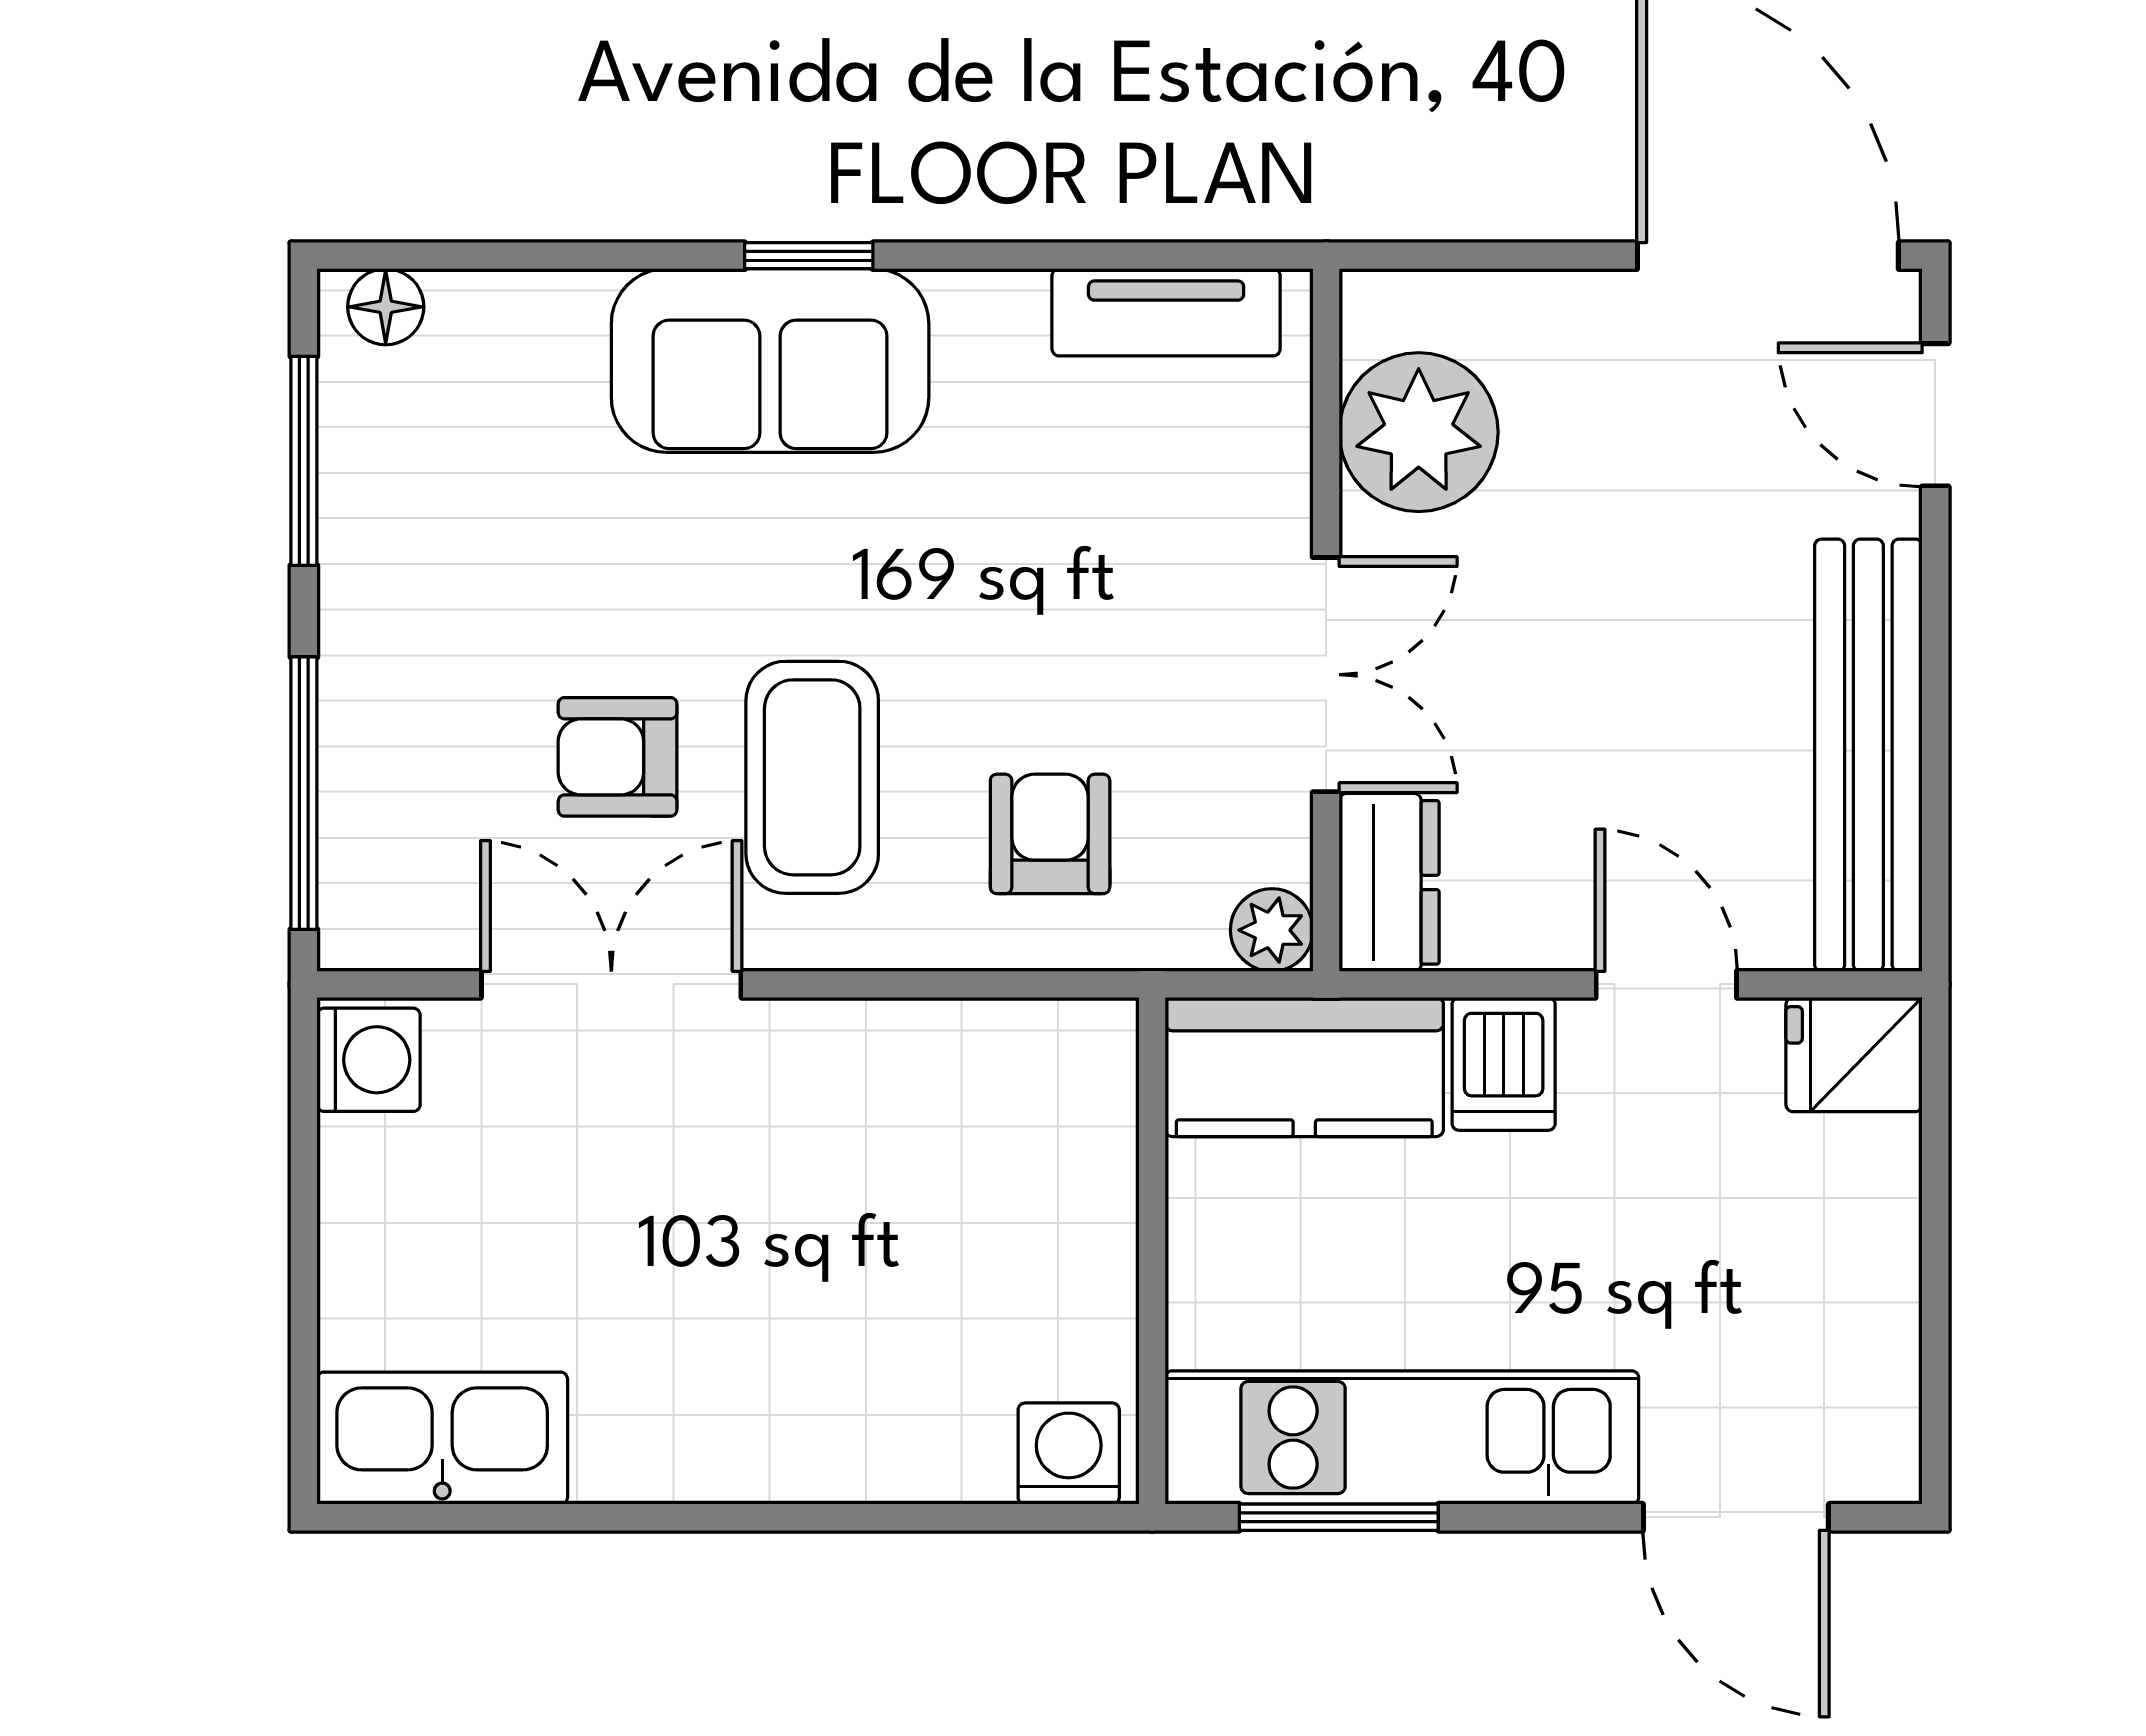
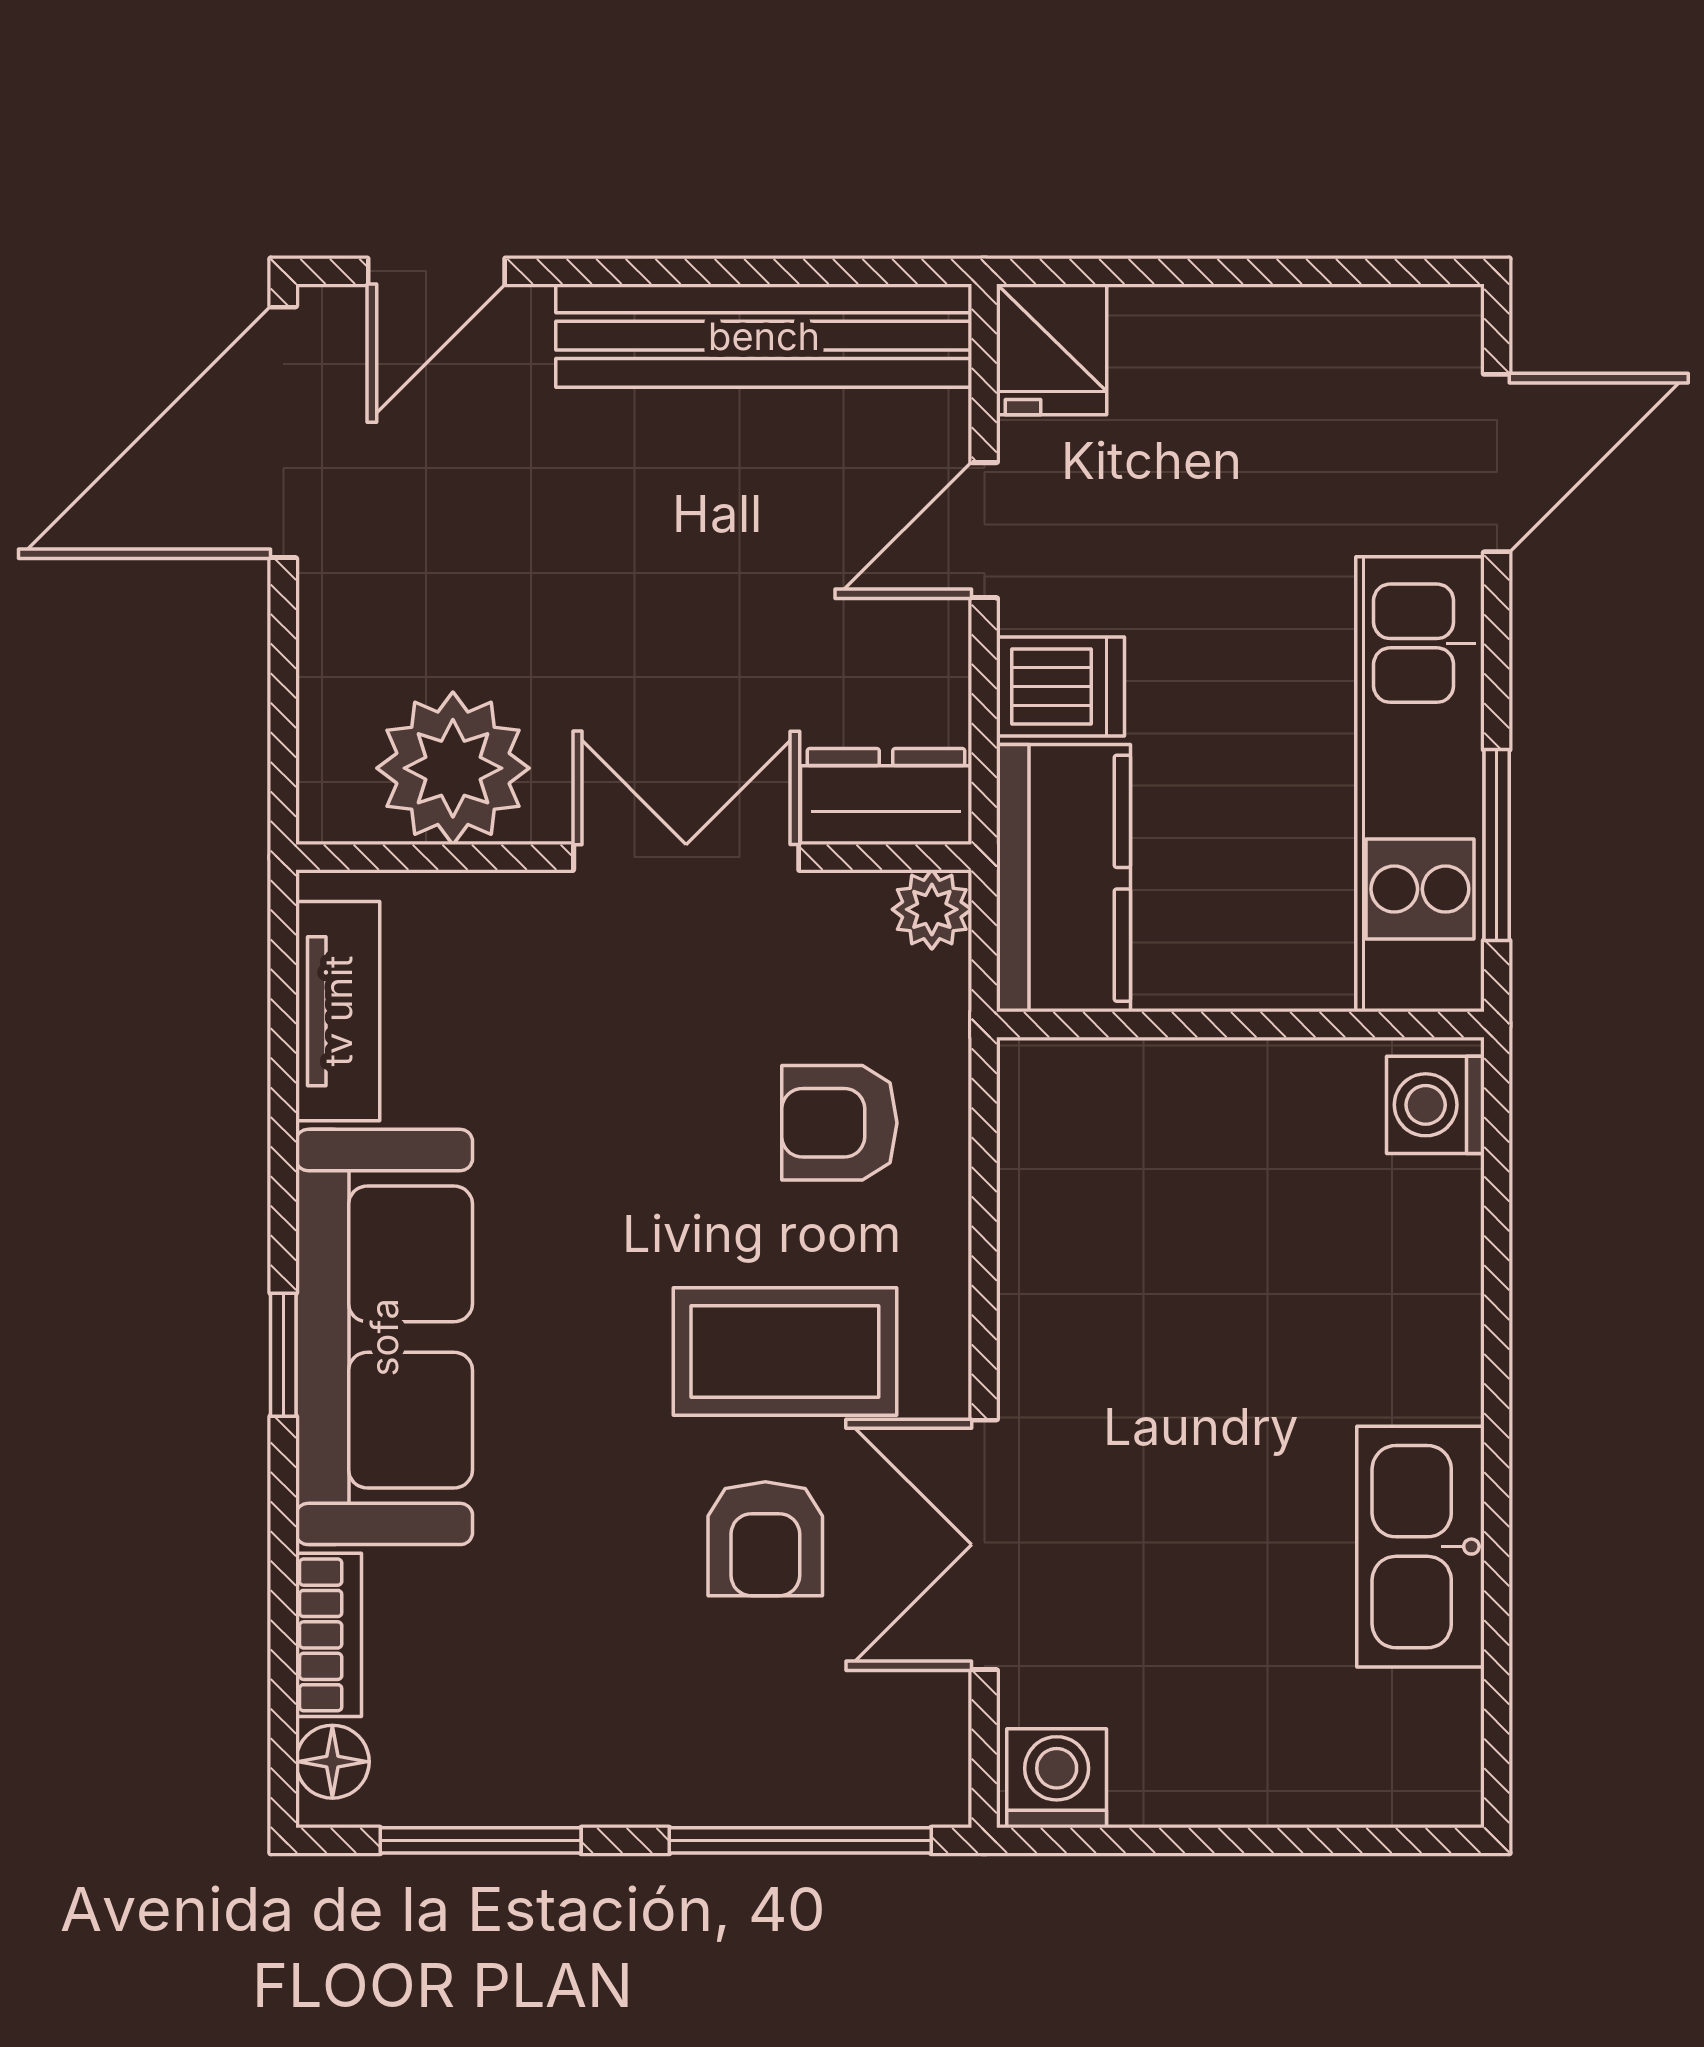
bookcase: (518, 303) -> (329, 1635), added
sofa: (770, 361) -> (384, 1337), width x1.36
kitchen sink: (442, 1438) -> (1421, 1547), moved

